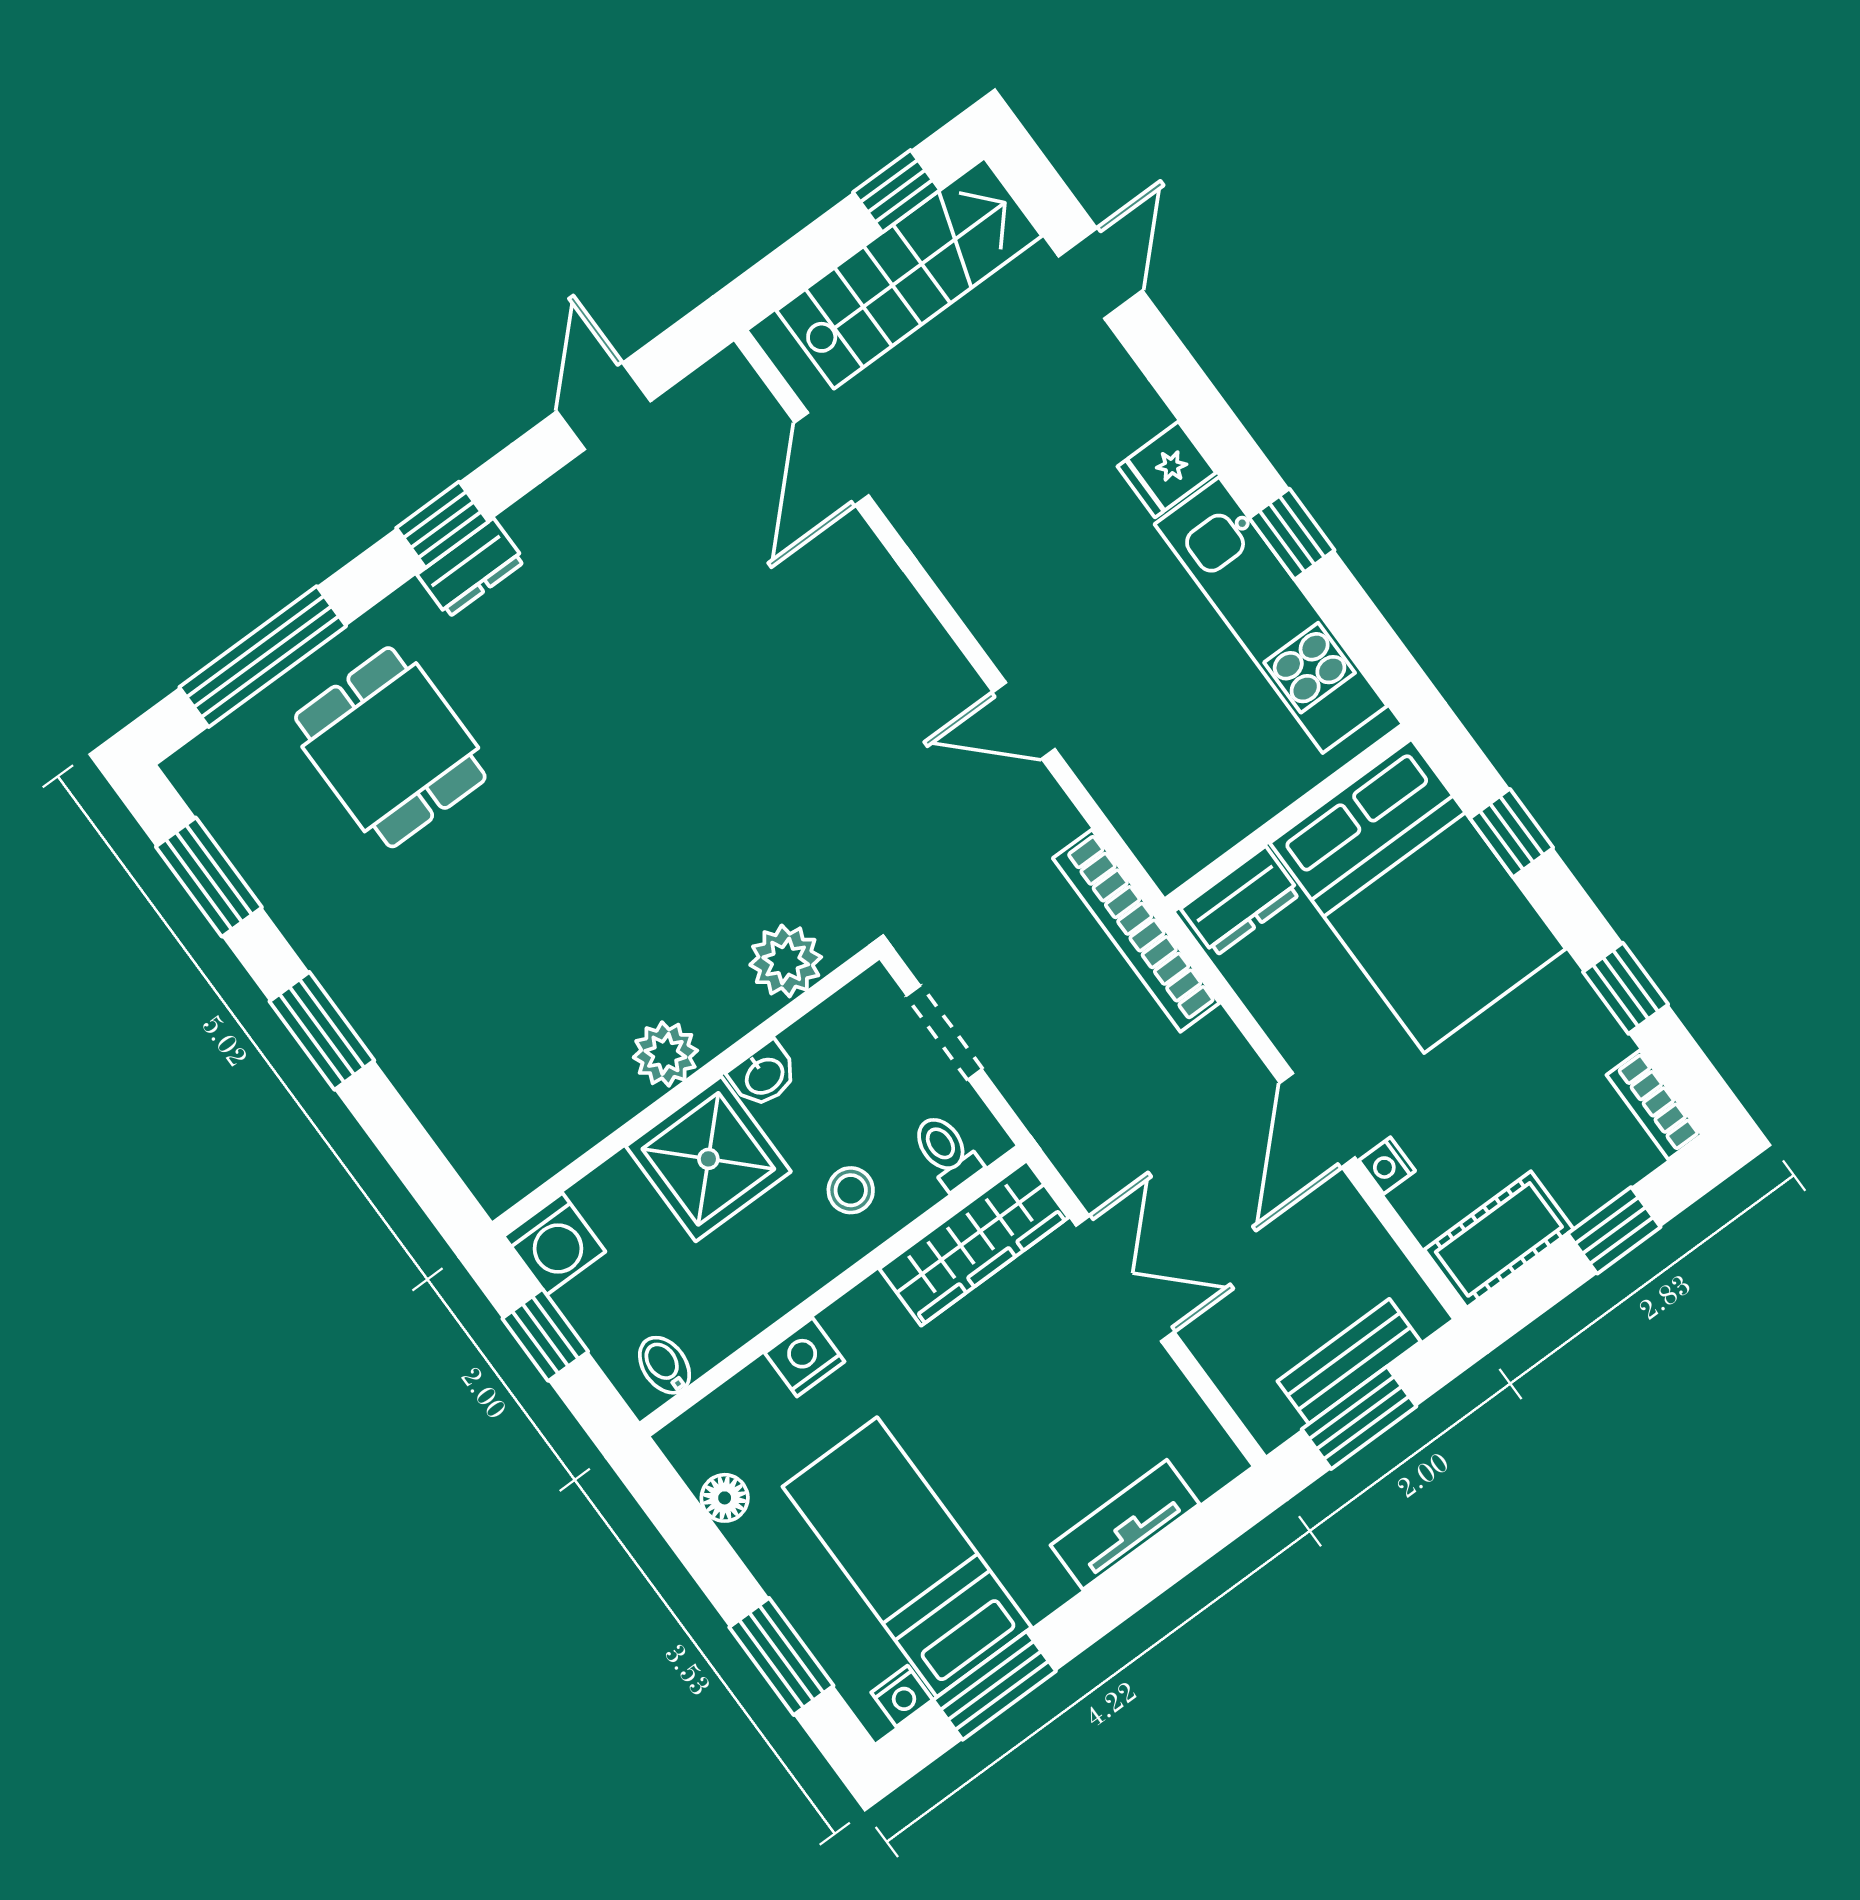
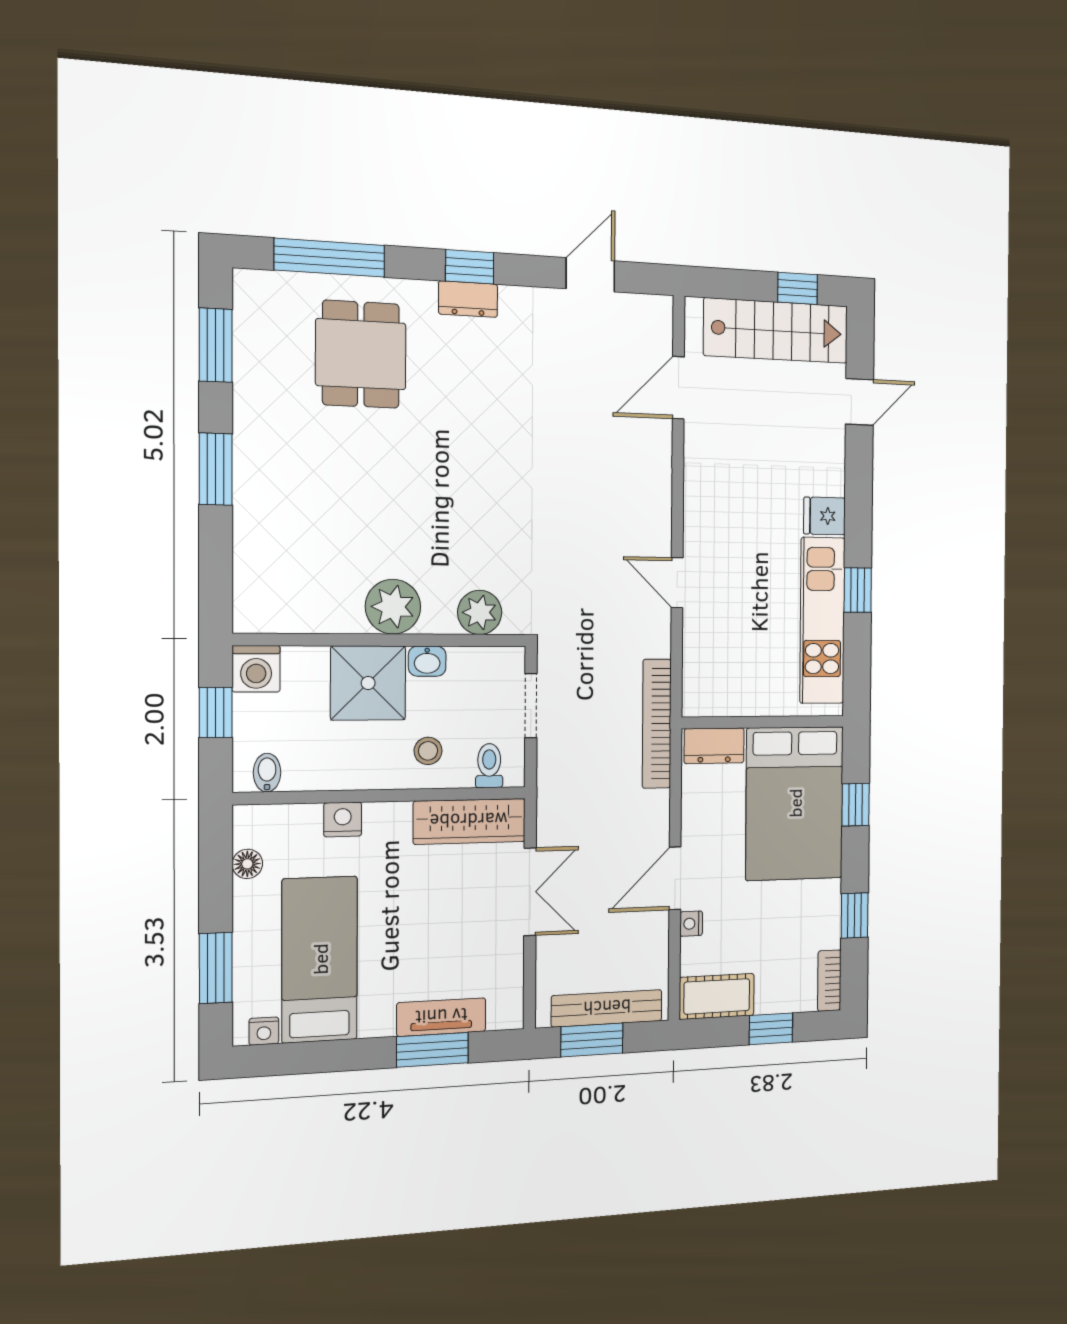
plant: (665, 1054) -> (393, 607), width x1.36, depth x1.36
bench: (1349, 1361) -> (607, 1008), width x1.36
window: (995, 1686) -> (432, 1050), moved

